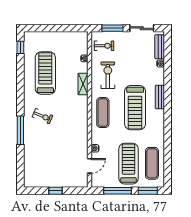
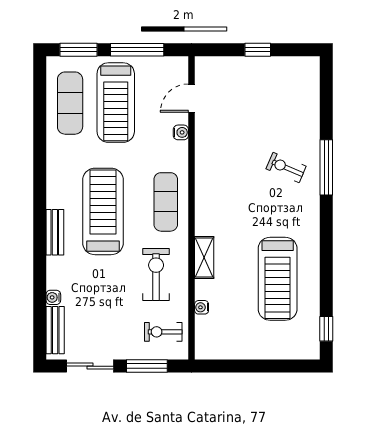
exercise bike: (108, 75) -> (156, 275), turned 180
exercise bike: (42, 116) -> (286, 168), moved

